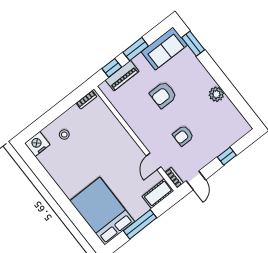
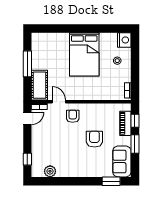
plant: (216, 94) -> (50, 171), moved
armchair: (183, 136) -> (73, 116), moved
window: (227, 156) -> (27, 159), moved
door: (196, 180) -> (27, 118), swing flipped
cot: (158, 193) -> (39, 85), width x1.37, depth x1.34
bed: (102, 211) -> (84, 54), moved, turned 90

